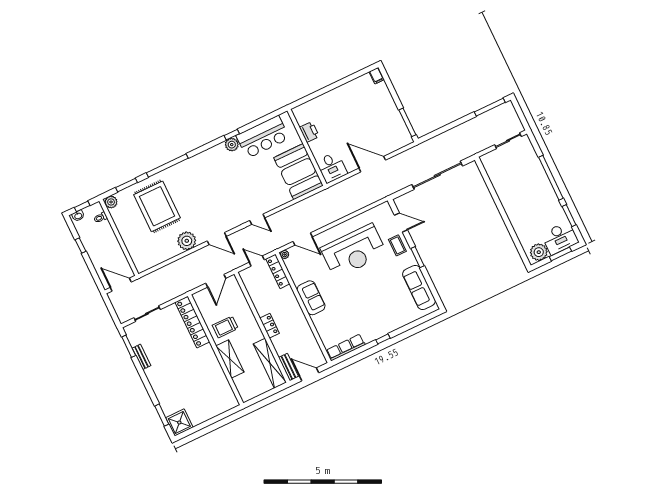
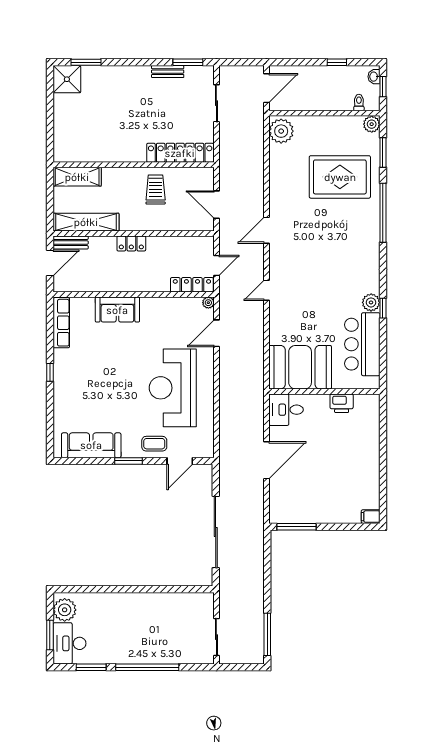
plant: (187, 241) -> (281, 131), moved
sofa: (311, 298) -> (117, 310), moved
shelving: (230, 359) -> (77, 177), moved

